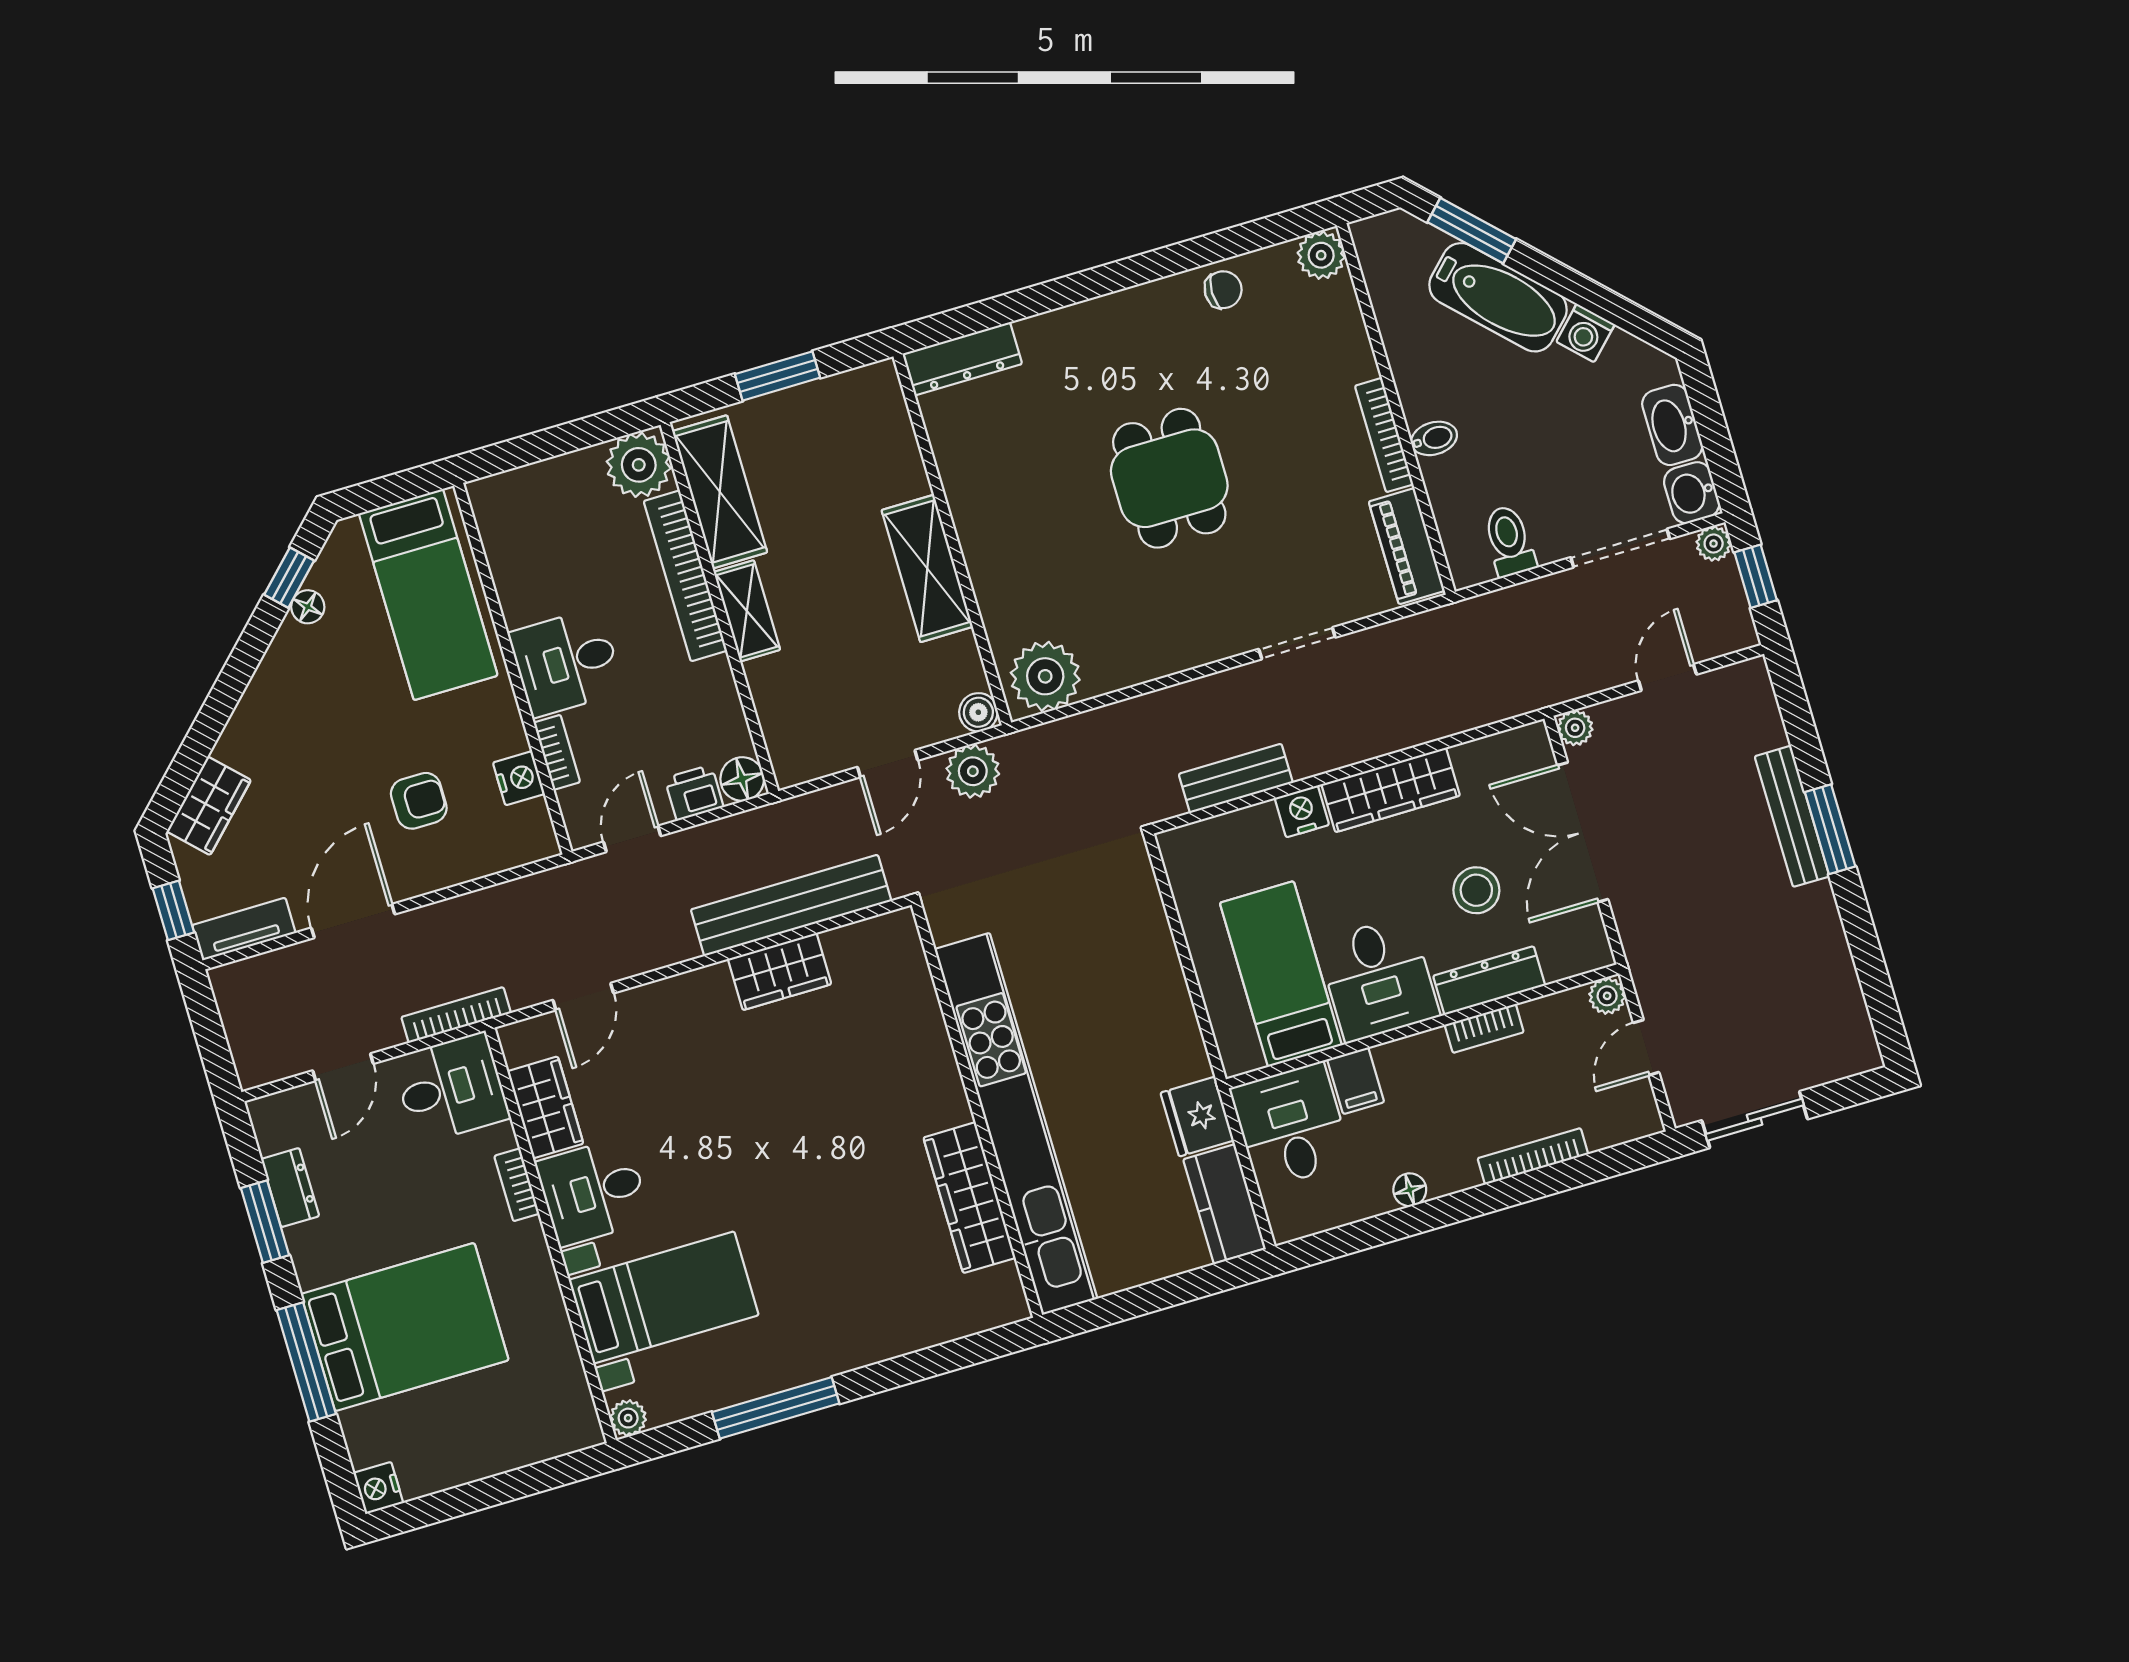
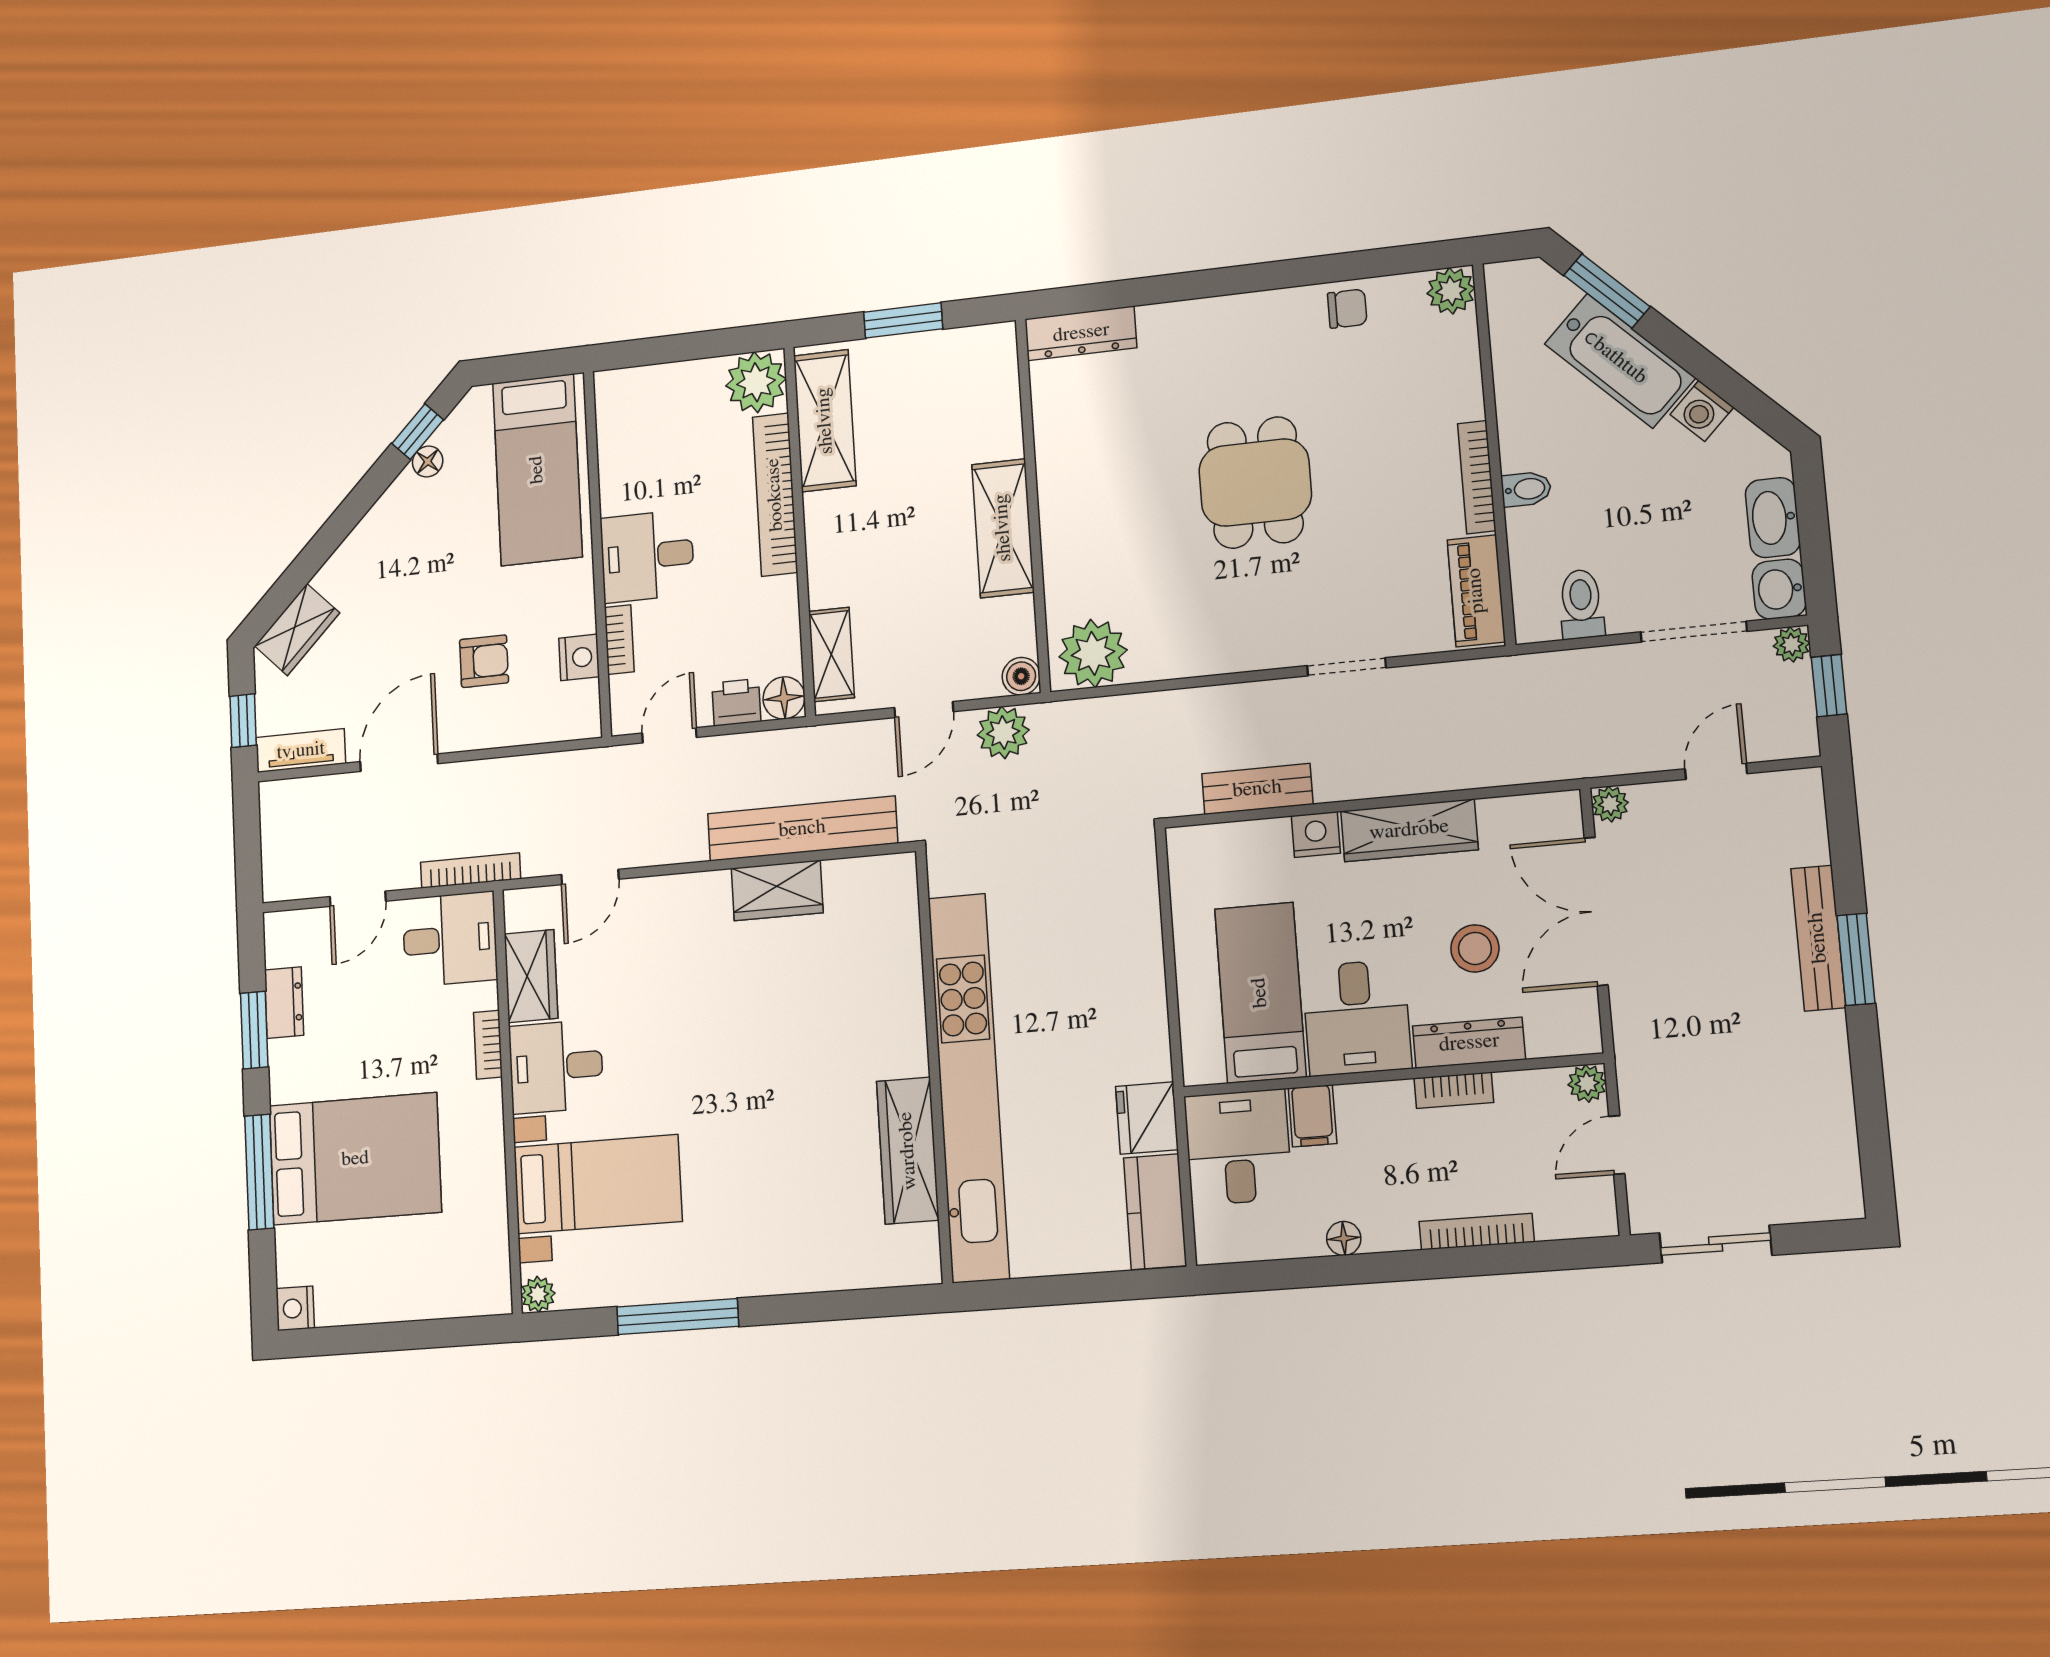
shelving: (747, 611) -> (831, 654), moved

